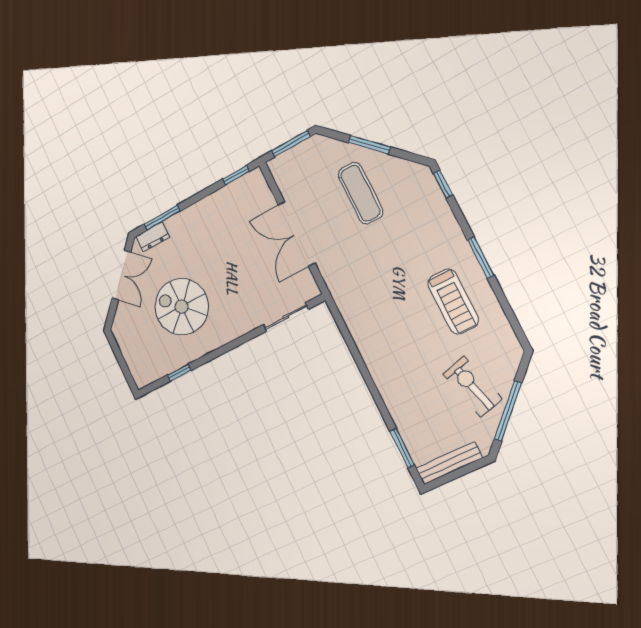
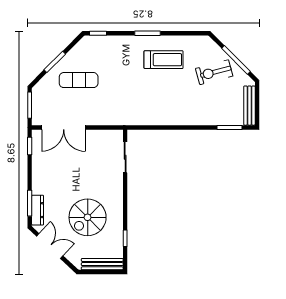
double door: (297, 234) -> (64, 127), moved
dresser: (153, 237) -> (38, 210), width x1.44
bench: (132, 358) -> (102, 264), added

